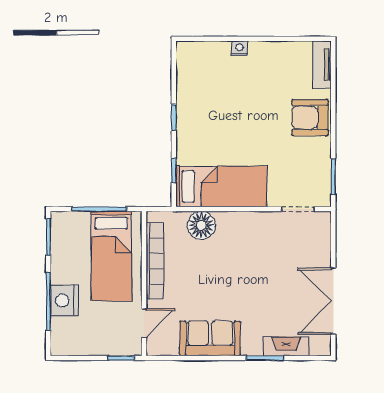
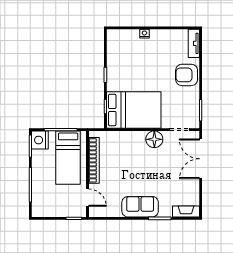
bed: (221, 186) -> (134, 110), width x1.50
floor lamp: (201, 225) -> (154, 139), moved
nightstand: (64, 300) -> (40, 140), moved
double door: (333, 301) -> (201, 159), moved
door: (144, 323) -> (88, 198), hinge flipped
sofa: (210, 338) -> (140, 207), moved
fireplace: (286, 346) -> (186, 212), moved

